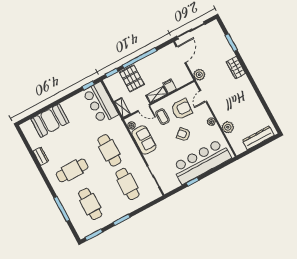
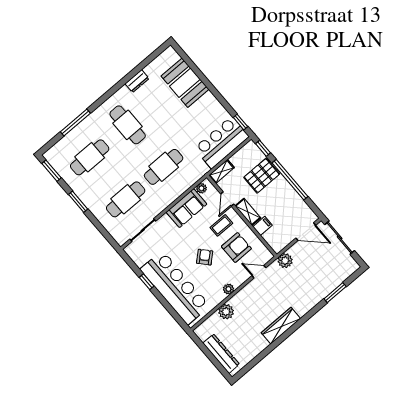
wardrobe: (236, 68) -> (281, 326), moved, width x1.50
armchair: (182, 109) -> (236, 248), turned -93

